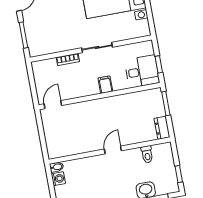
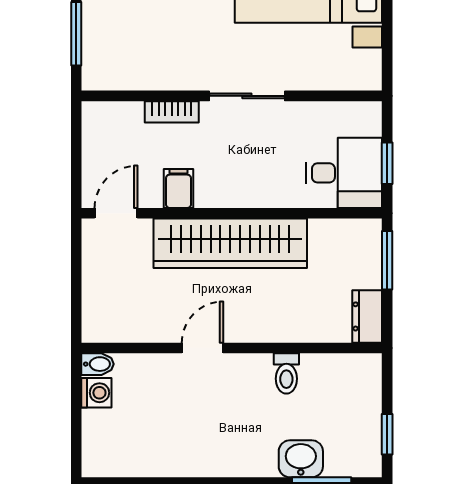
filing cabinet: (105, 85) -> (178, 189), moved
wardrobe: (101, 108) -> (230, 243), added
door: (113, 150) -> (202, 348), moved
toilet: (147, 154) -> (286, 373), moved

